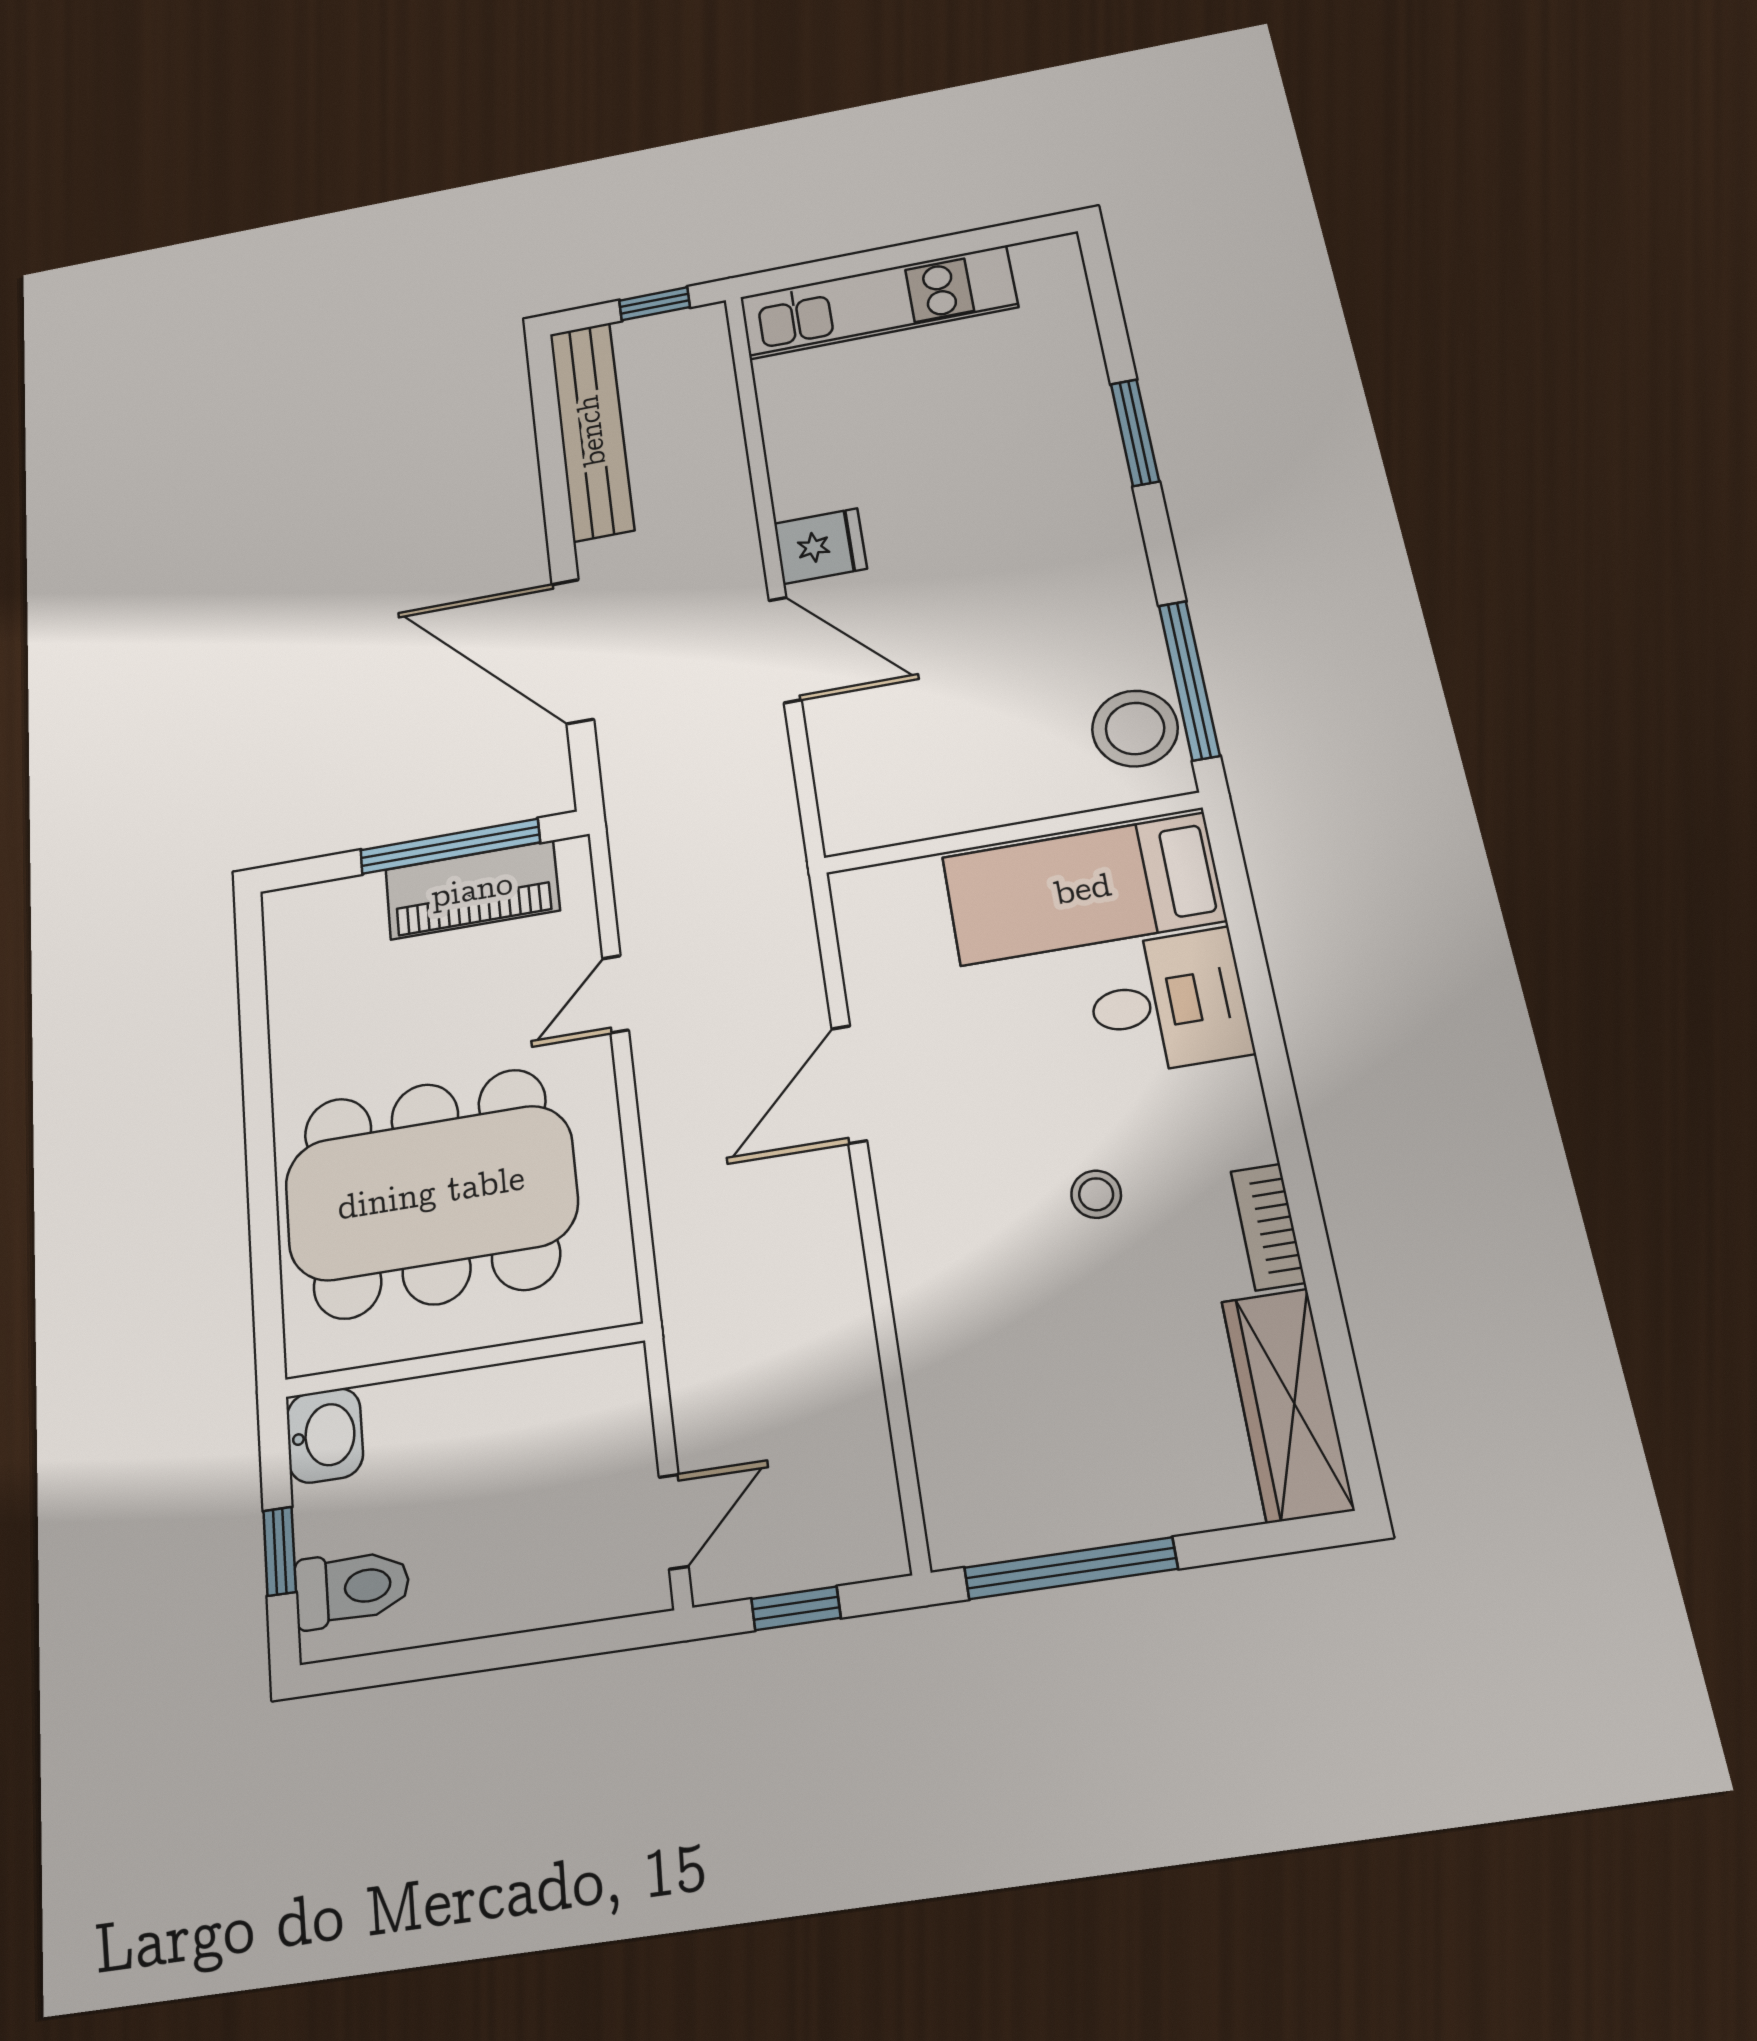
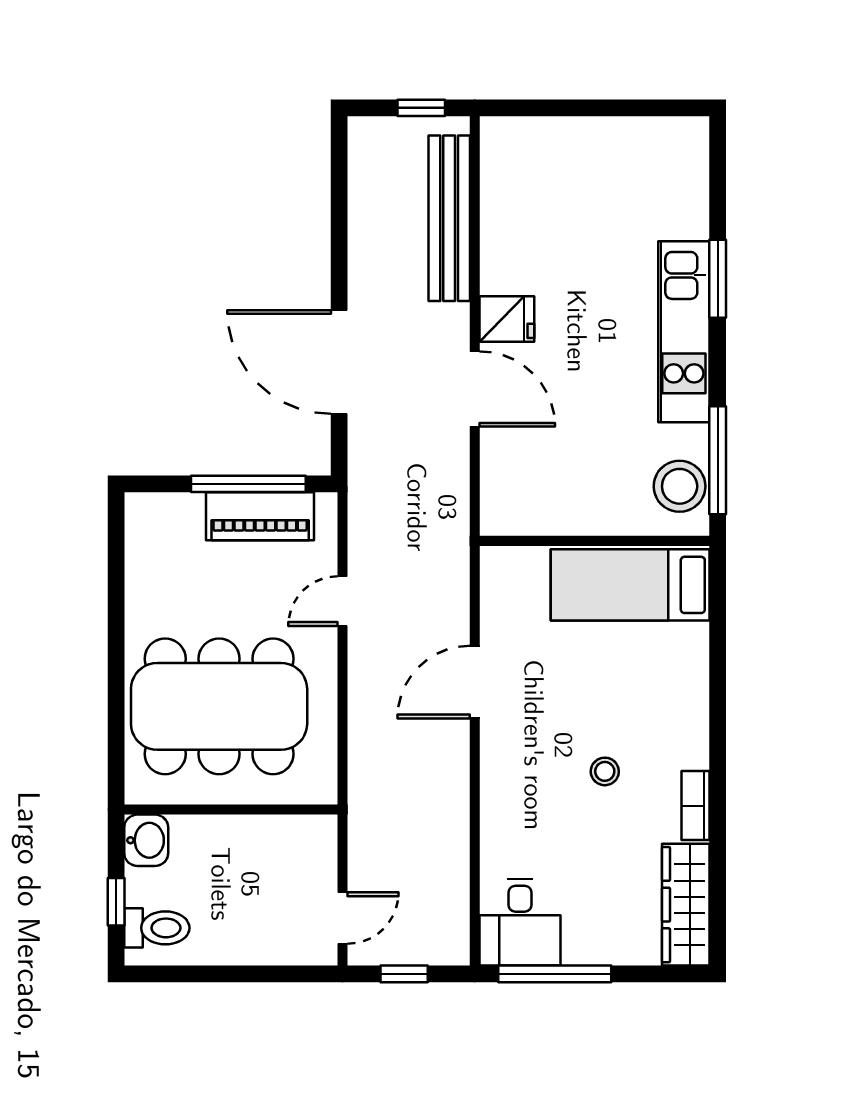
kitchen unit: (878, 302) -> (684, 332), moved, turned 90
bench: (591, 431) -> (449, 218), moved
desk: (1168, 1002) -> (520, 922), moved, turned 90

